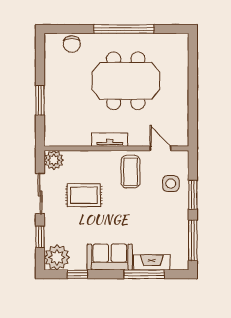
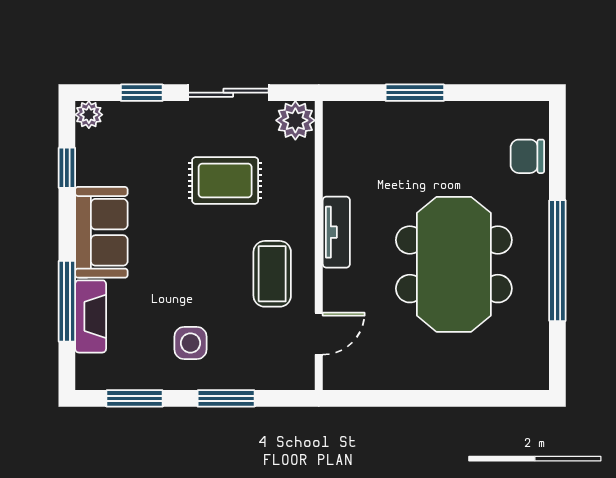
coffee table: (131, 172) -> (272, 274), turned 90
side table: (171, 184) -> (190, 343), moved
rug: (84, 195) -> (225, 181), turned 90
window: (193, 240) -> (135, 398), width x0.69
plant: (57, 257) -> (89, 115), width x0.53, depth x0.53

